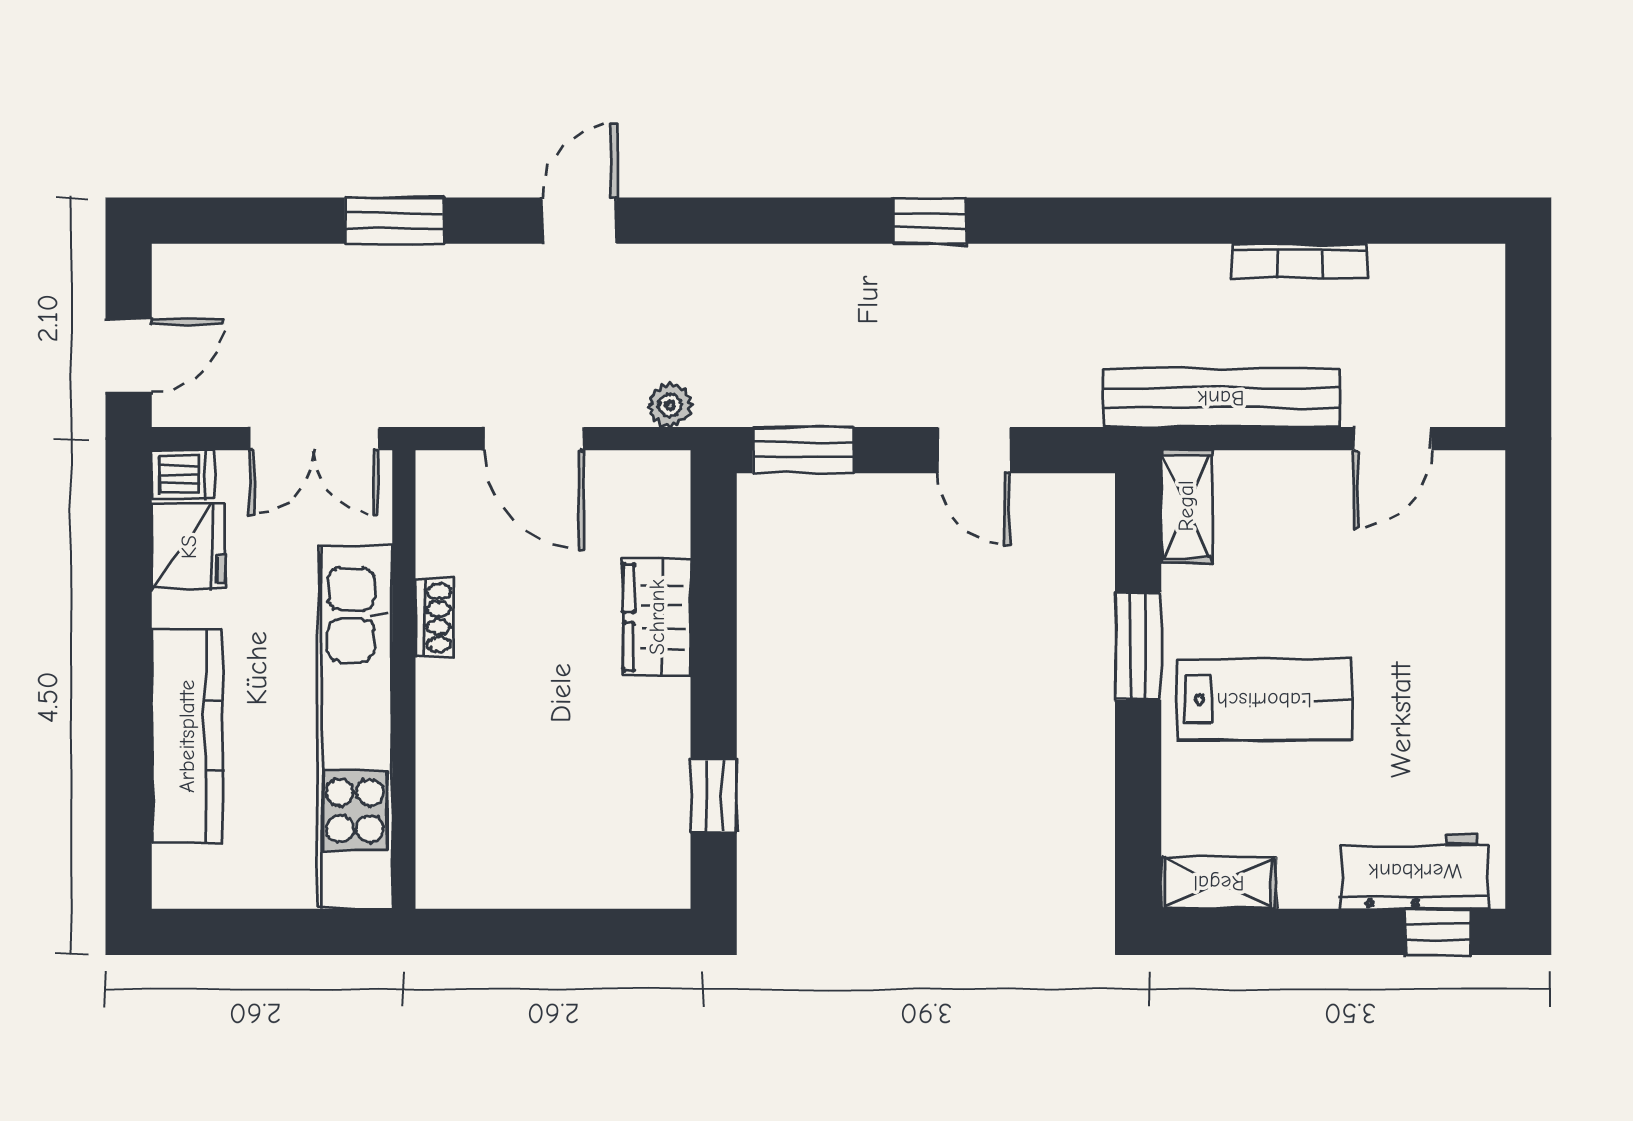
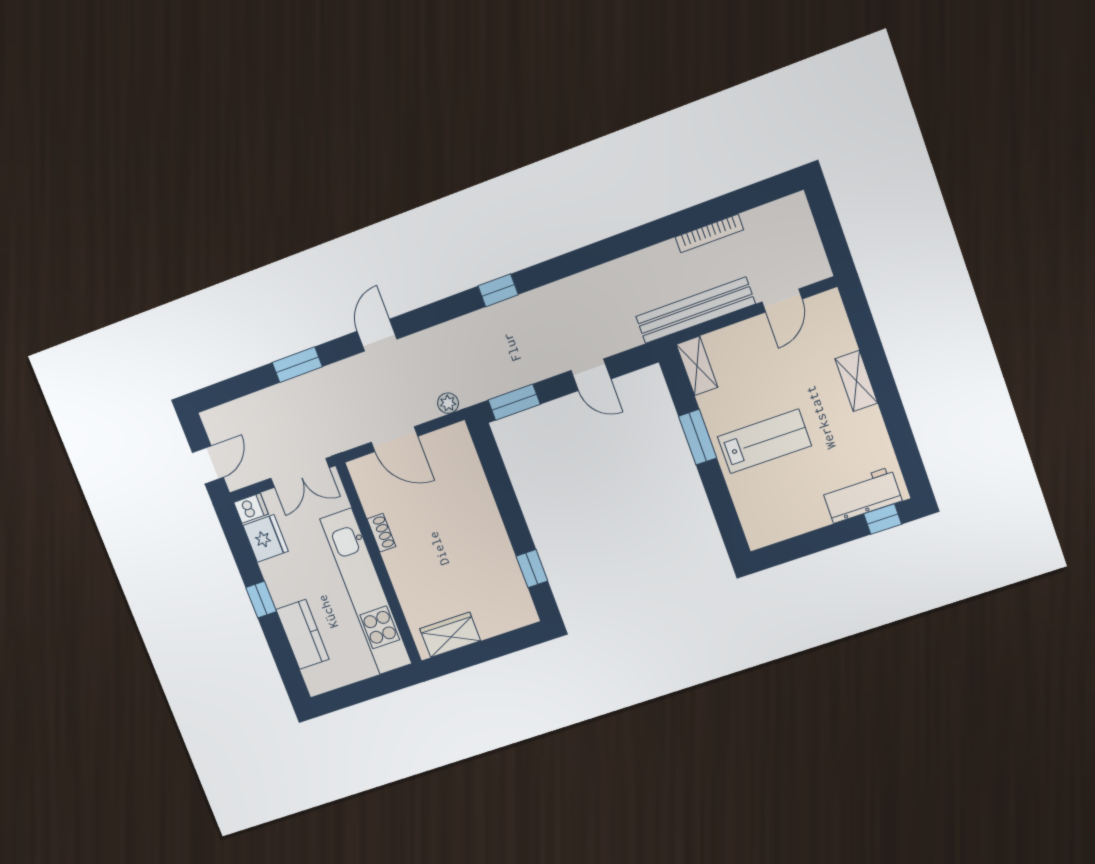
window: (930, 221) -> (498, 290), moved
wardrobe: (657, 617) -> (450, 635), moved, turned 90
window: (129, 669) -> (261, 600), added
kitchen counter: (187, 736) -> (303, 634), width x0.67
shelving: (1219, 883) -> (856, 381), moved, turned 90

